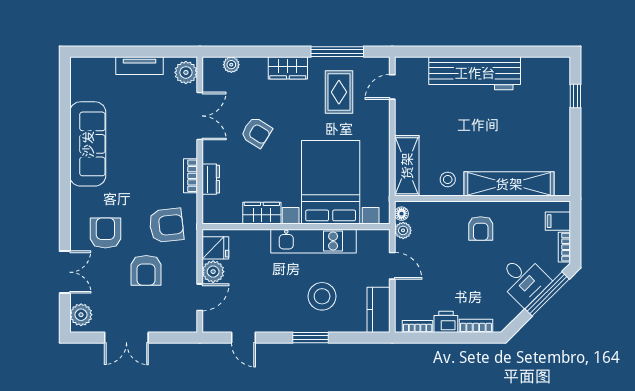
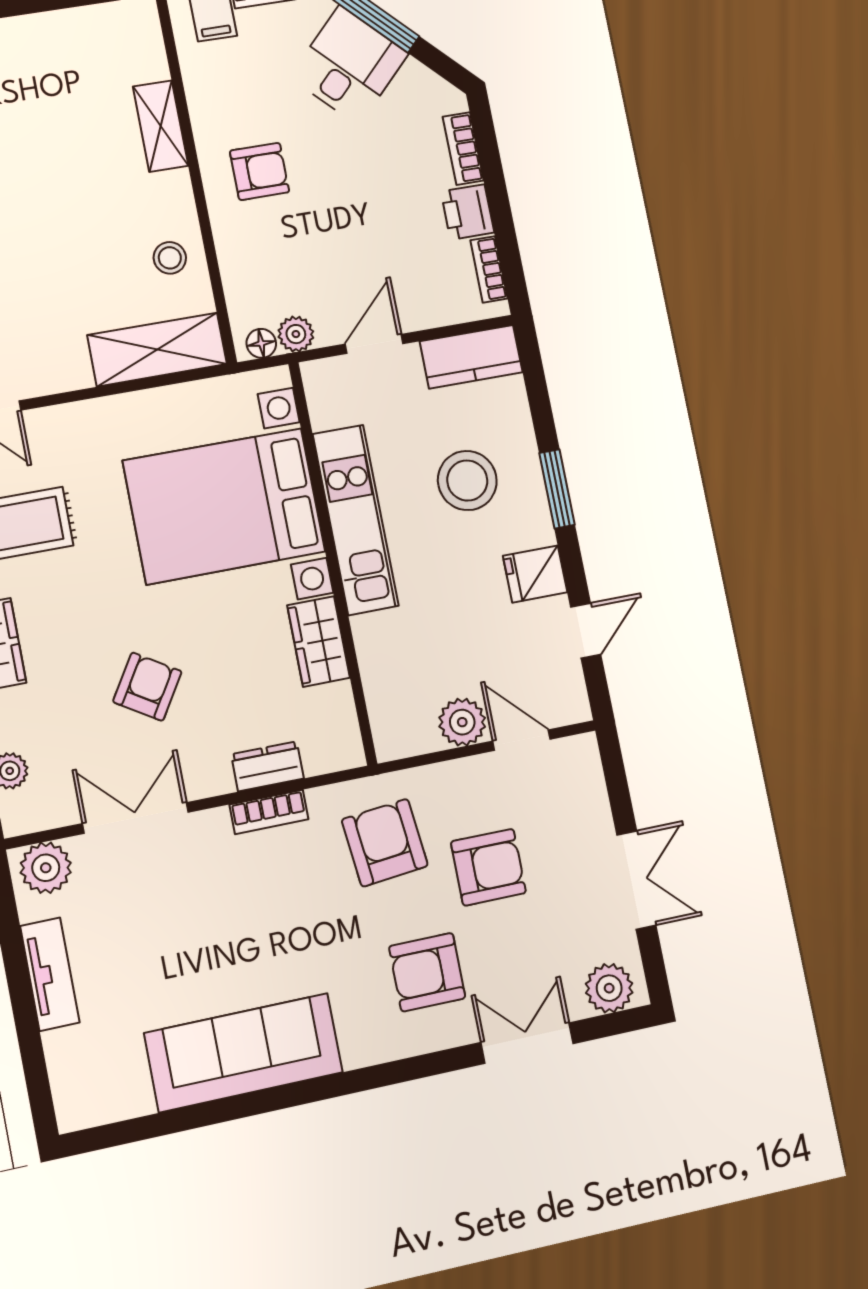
shelving: (509, 184) -> (161, 126), width x0.45, depth x0.75
fridge: (215, 248) -> (535, 574), moved, turned -90

